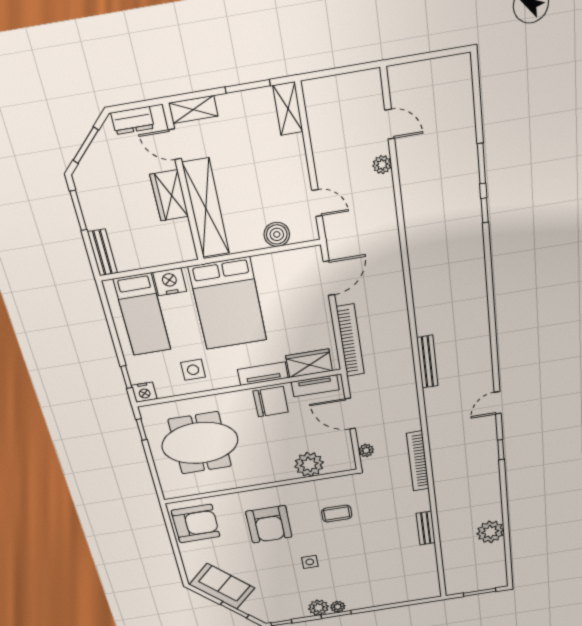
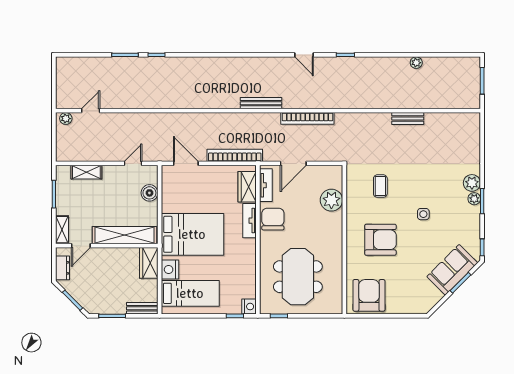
shelving: (288, 109) -> (86, 172), moved
plant: (382, 165) -> (66, 119), moved
wardrobe: (169, 196) -> (149, 263), moved, turned 90
side table: (193, 370) -> (238, 269), removed
plant: (366, 450) -> (327, 156), removed
bookcase: (418, 461) -> (307, 118), moved
plant: (490, 532) -> (416, 63), width x0.53, depth x0.53
sofa: (222, 586) -> (452, 270), moved
plant: (318, 608) -> (472, 183), moved

